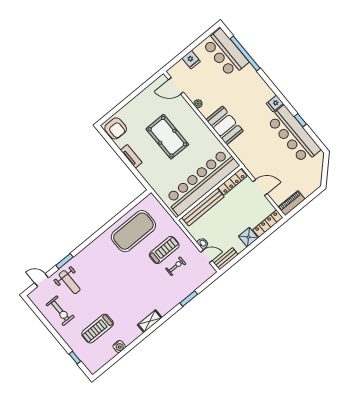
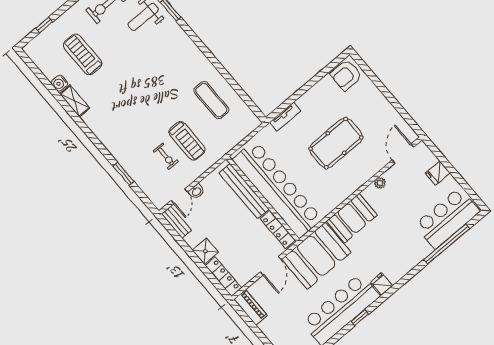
booth: (253, 153) -> (316, 256), added
tv unit: (131, 156) -> (285, 117), moved
exercise mat: (133, 231) -> (211, 100), width x0.50, depth x0.69
shelving: (150, 321) -> (75, 101), moved

